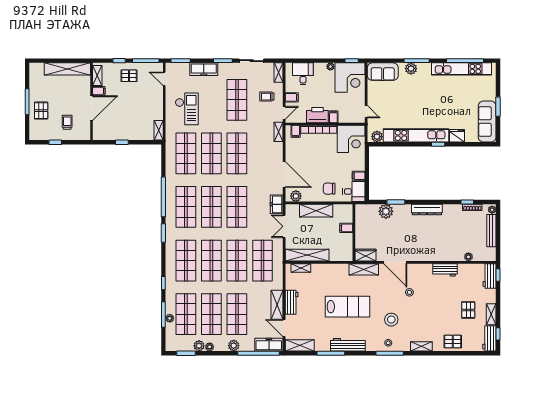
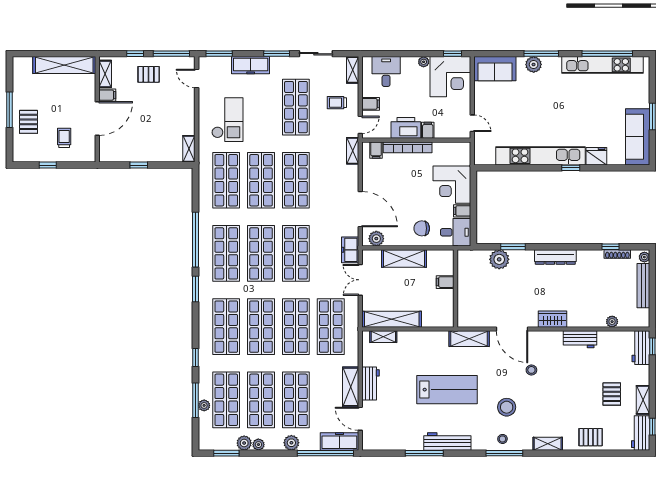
plant: (377, 137) -> (487, 157), removed
corner desk: (351, 139) -> (452, 185), moved, turned 90
wardrobe: (365, 255) -> (553, 319), moved
shelving: (300, 345) -> (382, 443), removed

